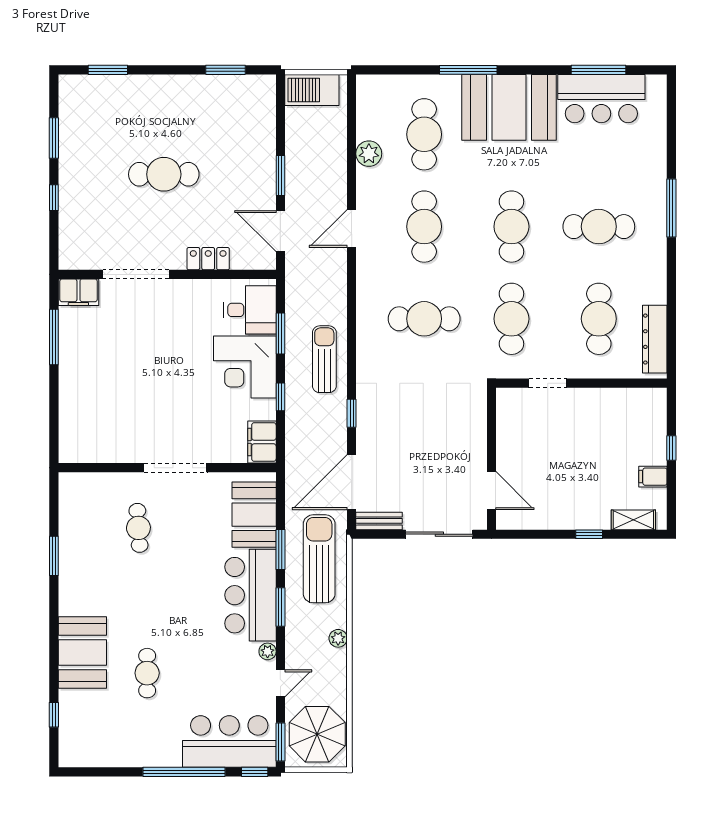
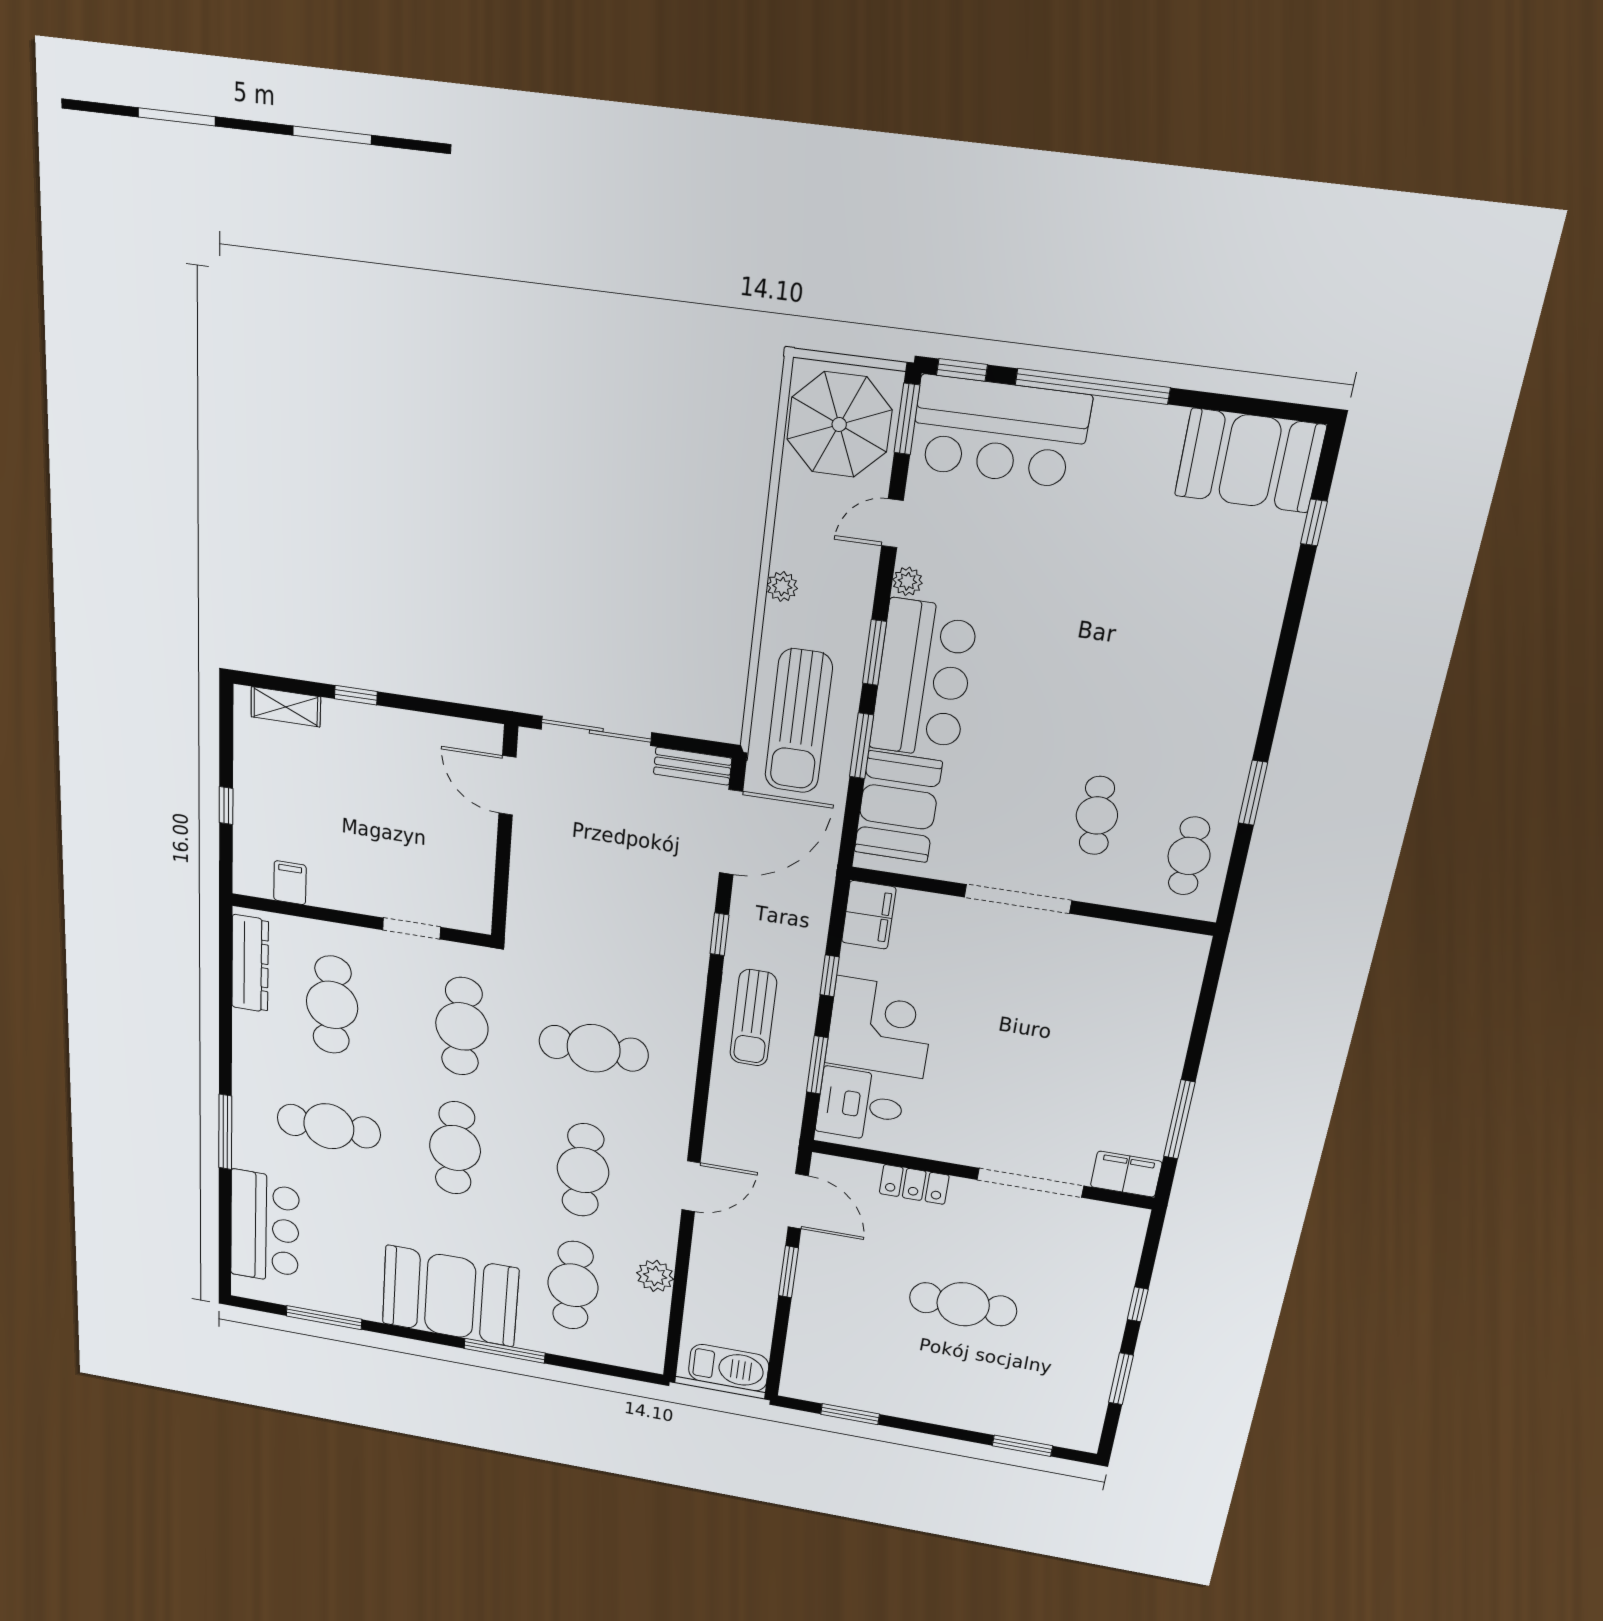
bar counter: (601, 99) -> (265, 1227), moved, turned 90
filing cabinet: (653, 477) -> (290, 883), moved, turned -90
booth: (82, 653) -> (1250, 461), moved, turned 90
cafe table: (147, 673) -> (1189, 856), moved

